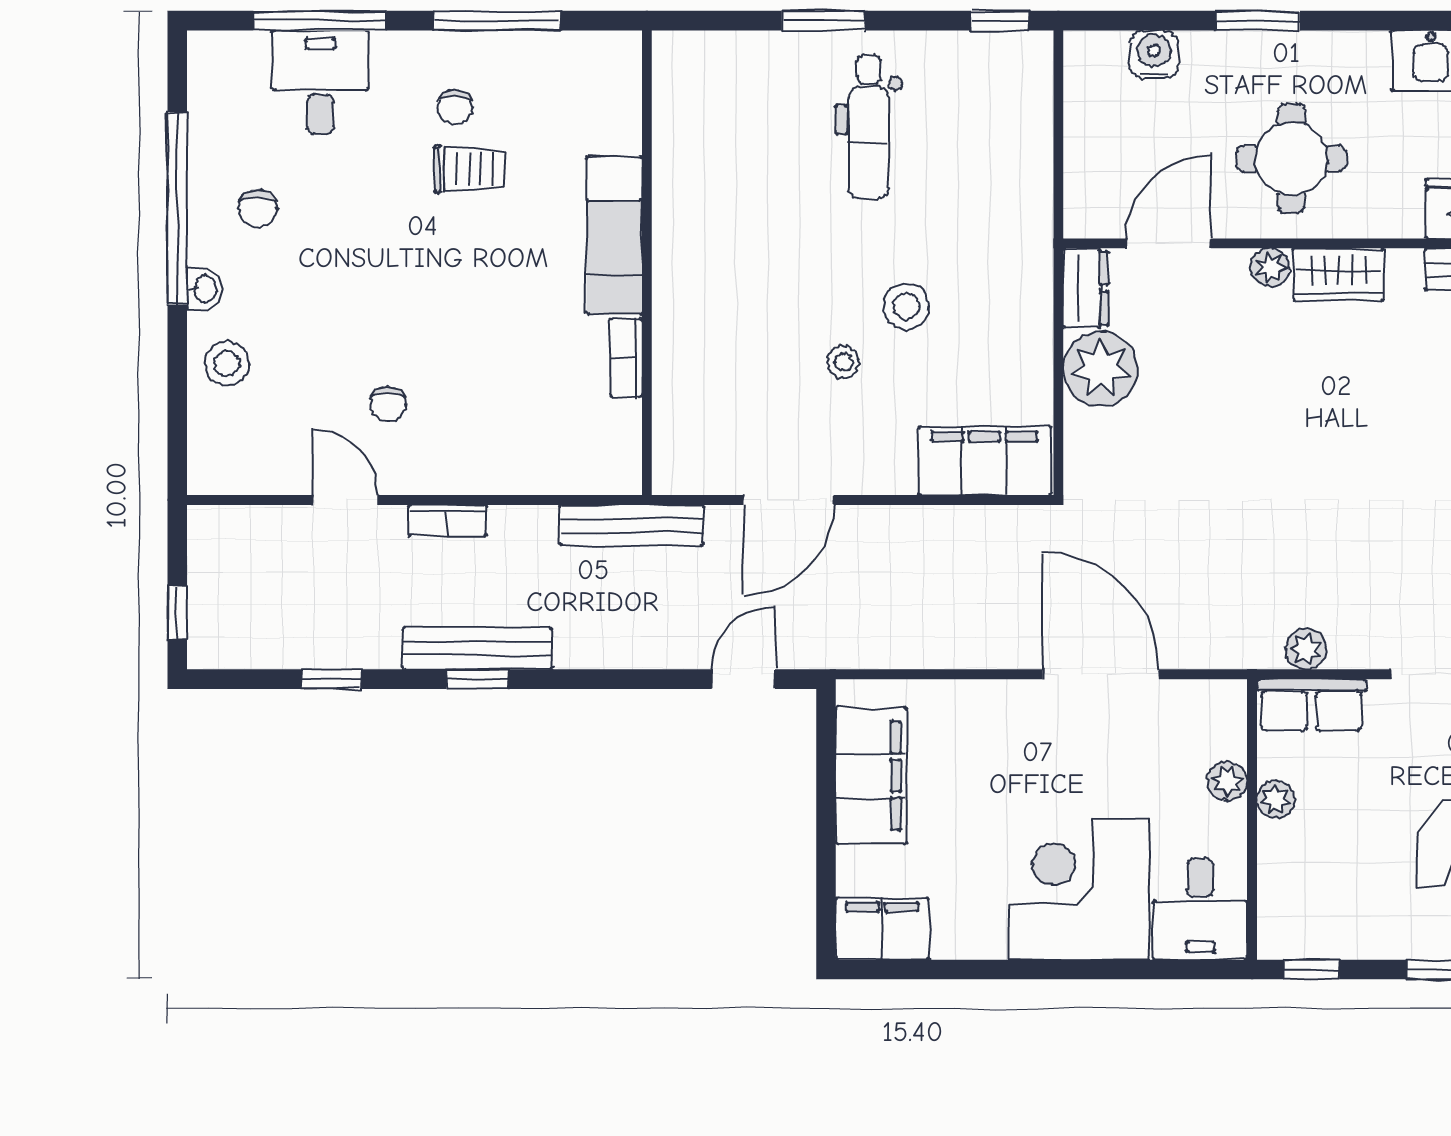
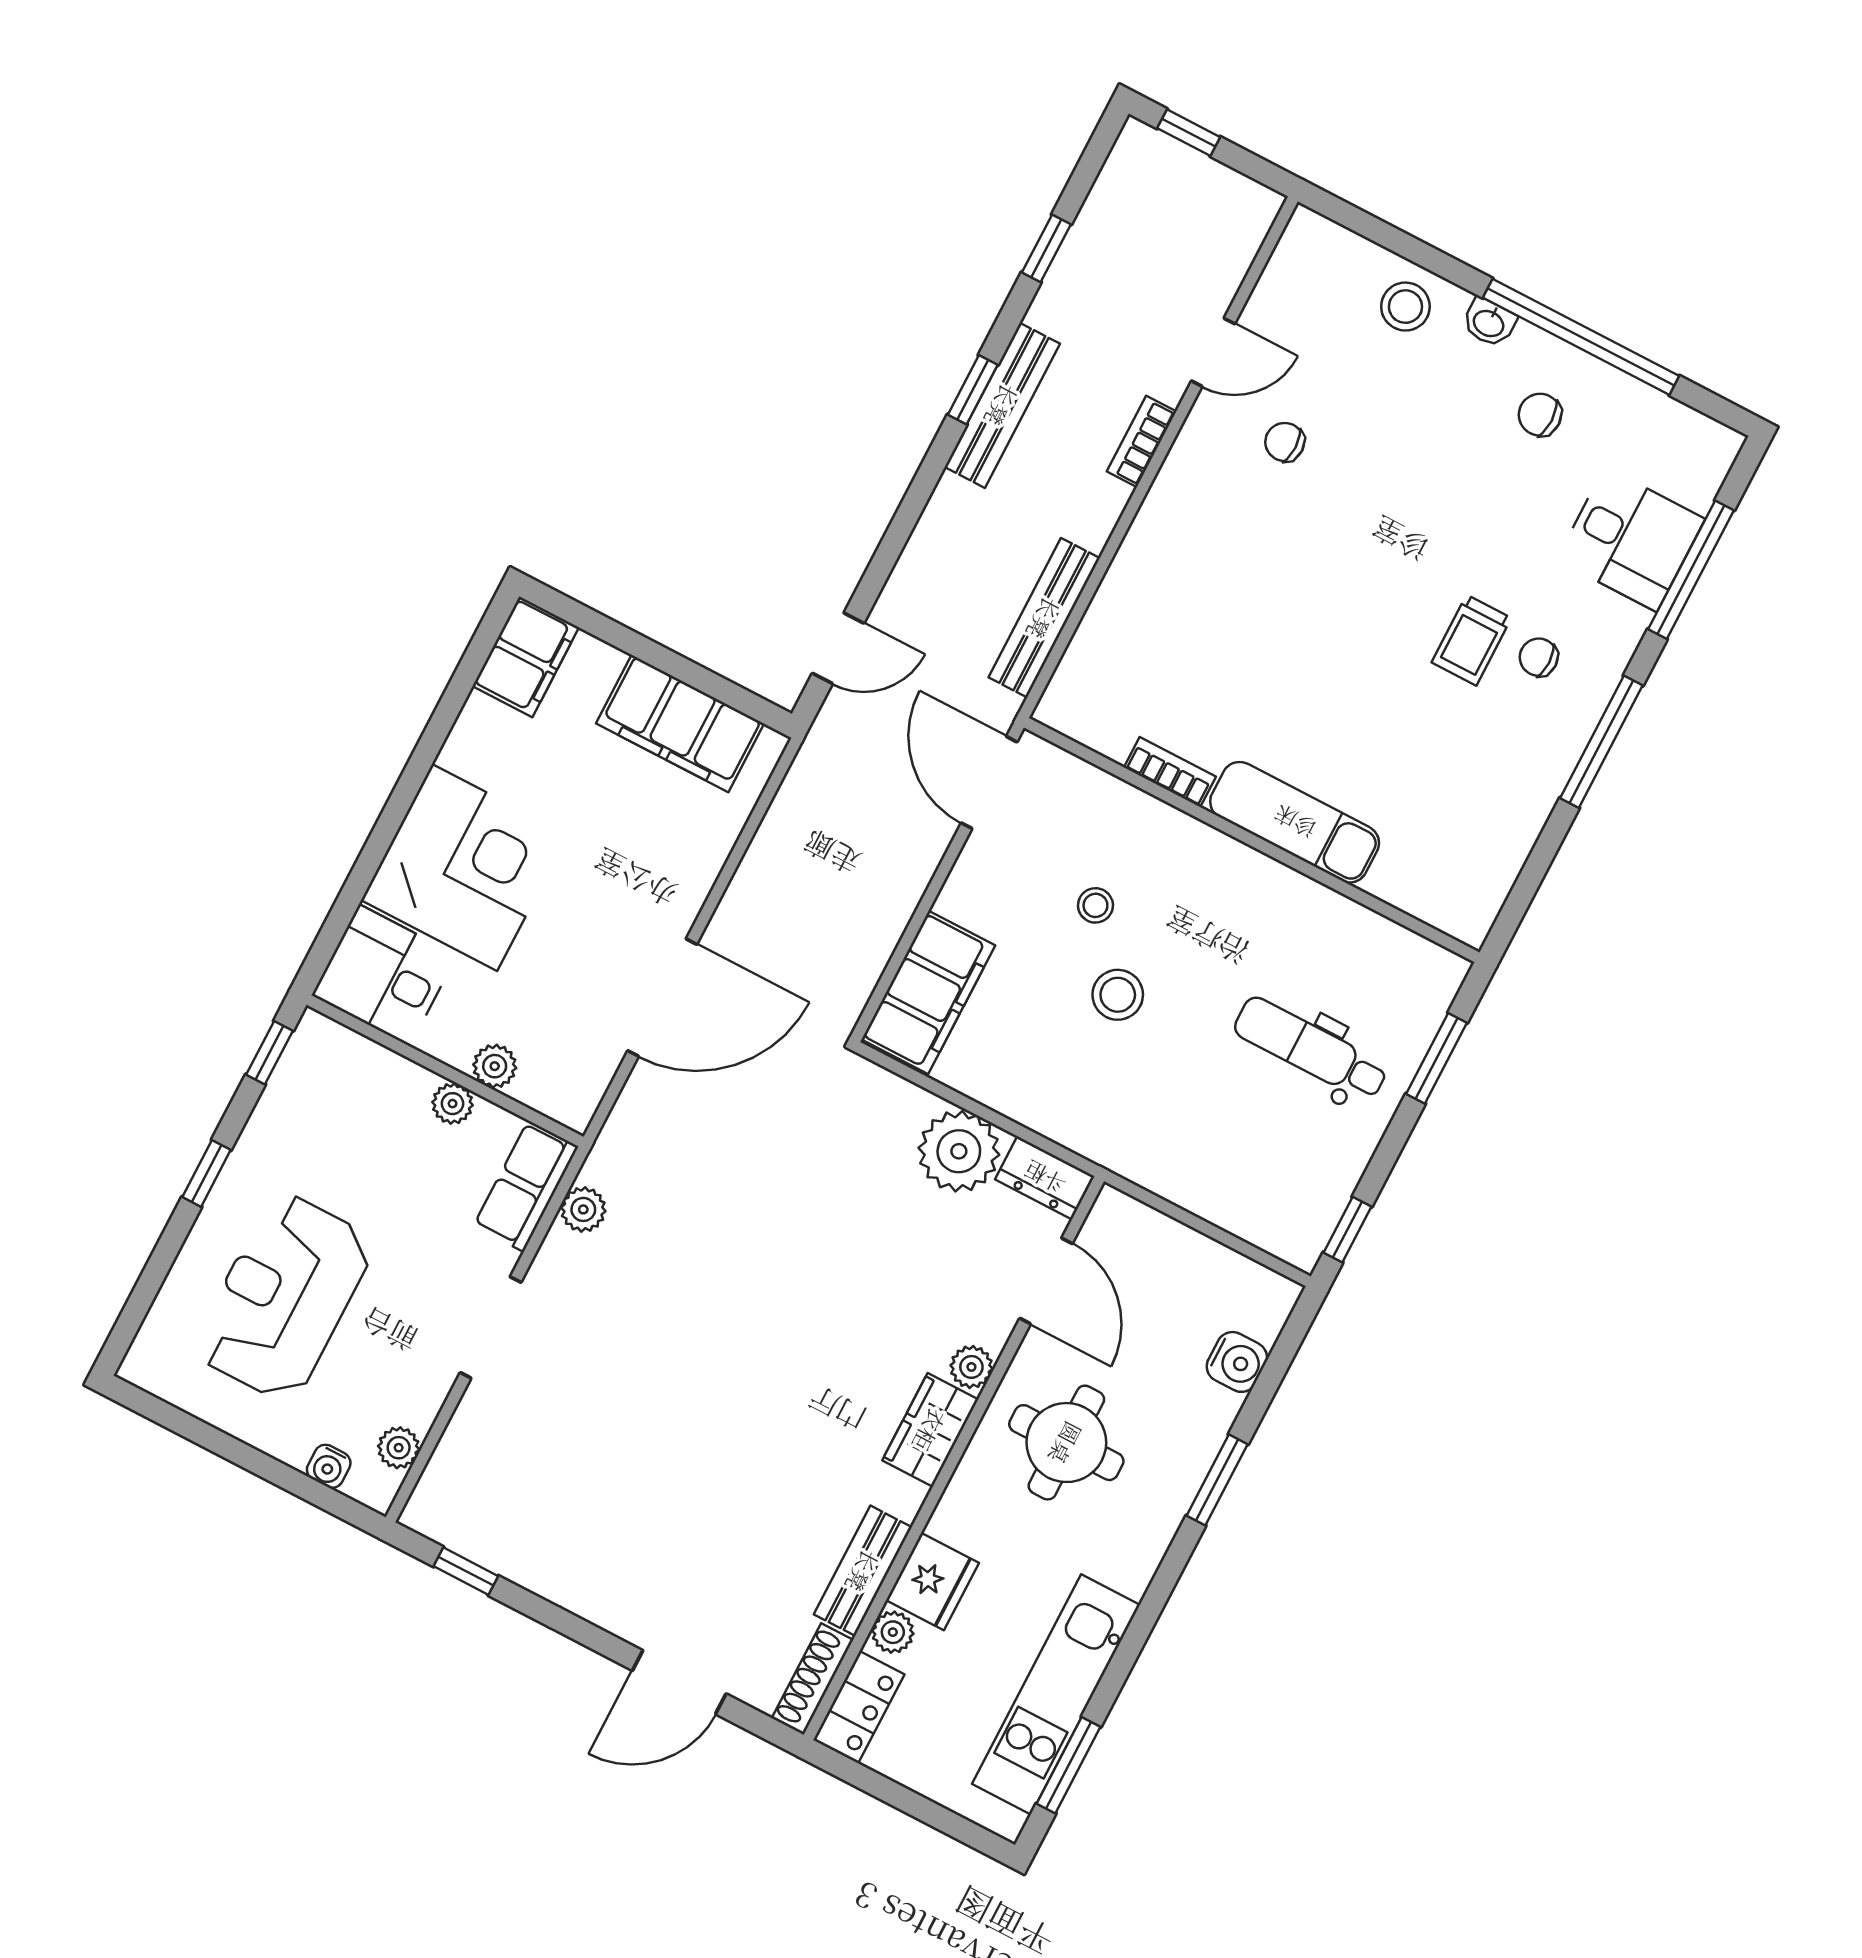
exam couch: (614, 235) -> (1295, 822), moved
wall: (647, 263) -> (1252, 840), moved
bookcase: (626, 358) -> (1170, 772), moved
door: (743, 679) -> (838, 648), hinge flipped

